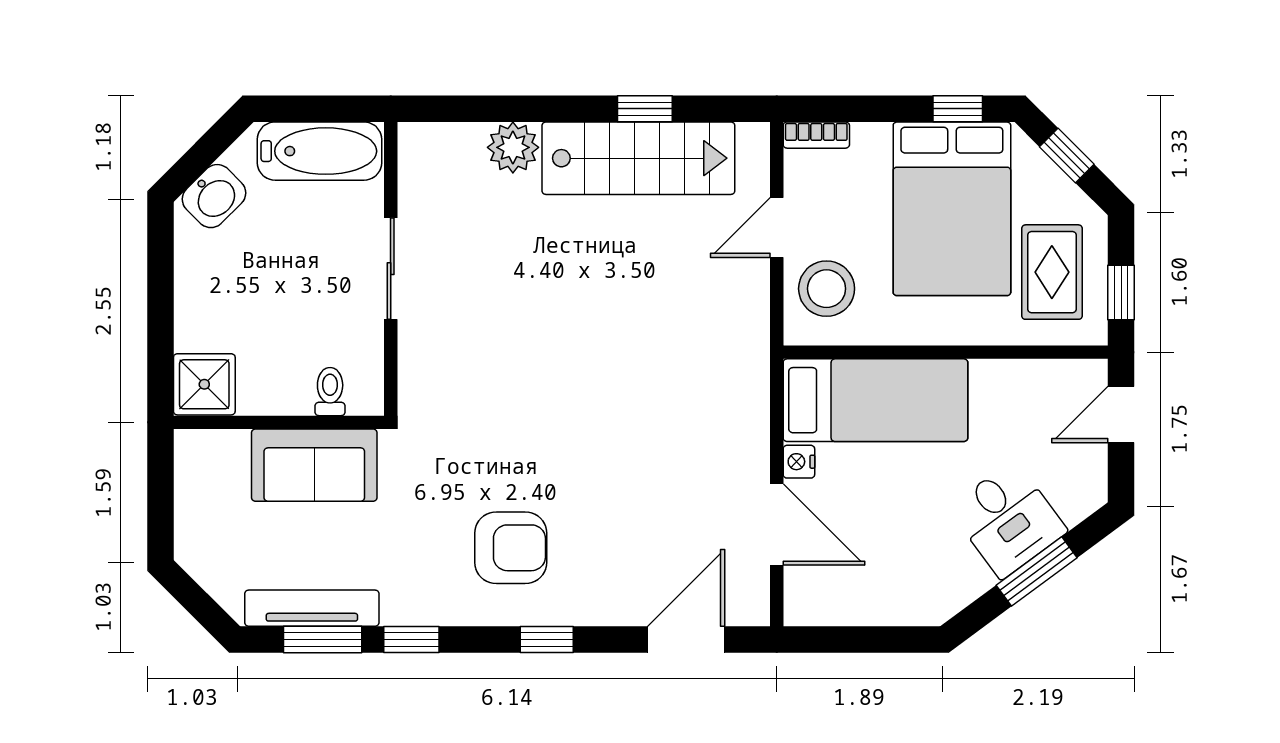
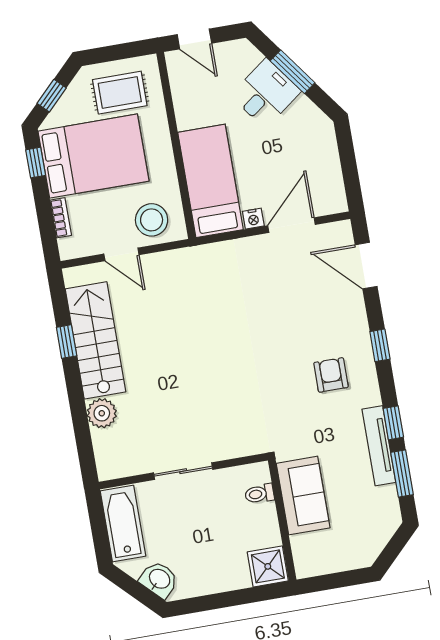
bookcase: (816, 135) -> (61, 218), moved
window: (1121, 292) -> (125, 51), removed
armchair: (511, 548) -> (331, 375), width x0.72, depth x0.72
tv unit: (312, 608) -> (379, 446), moved

